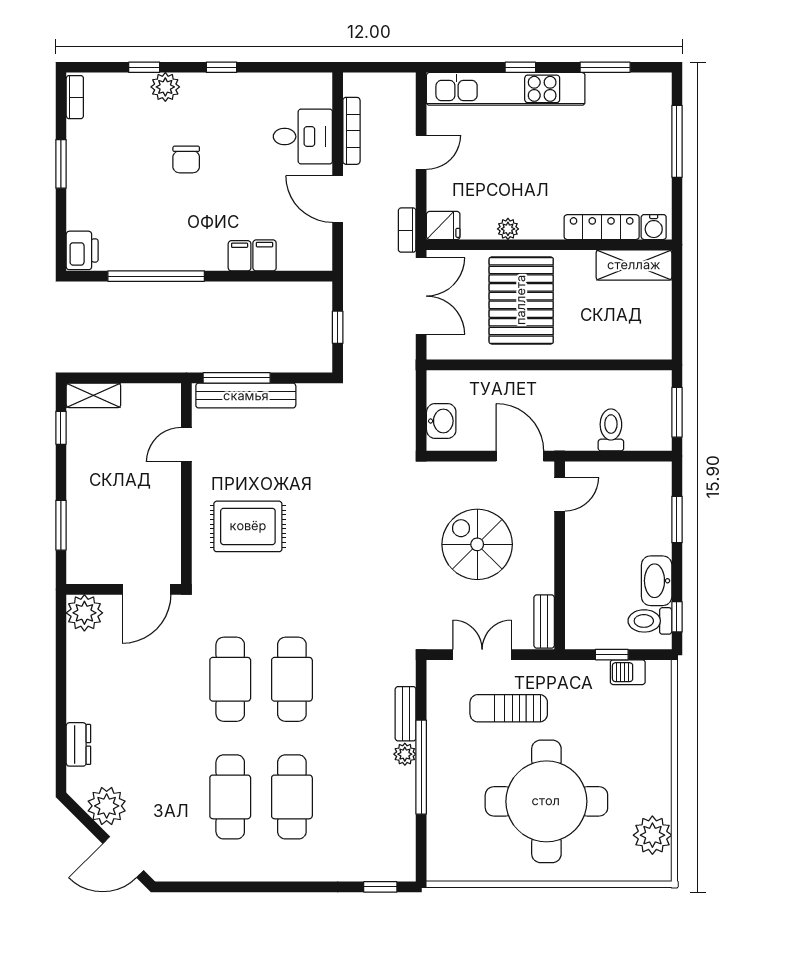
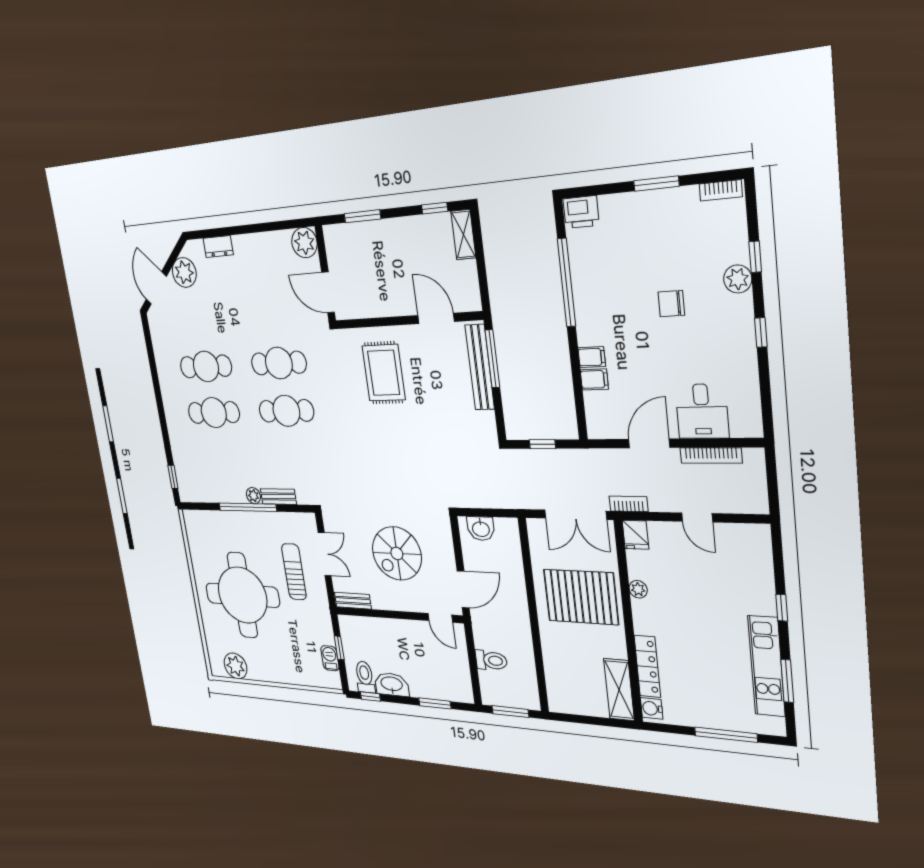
kitchen unit: (506, 89) -> (766, 666), moved, width x0.73
door: (186, 445) -> (436, 318), width x1.38
spiral stairs: (477, 544) -> (397, 553), turned 180

